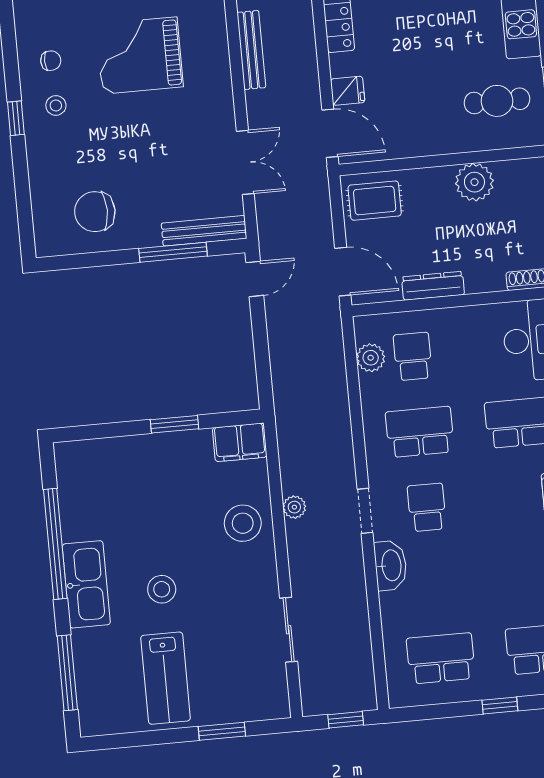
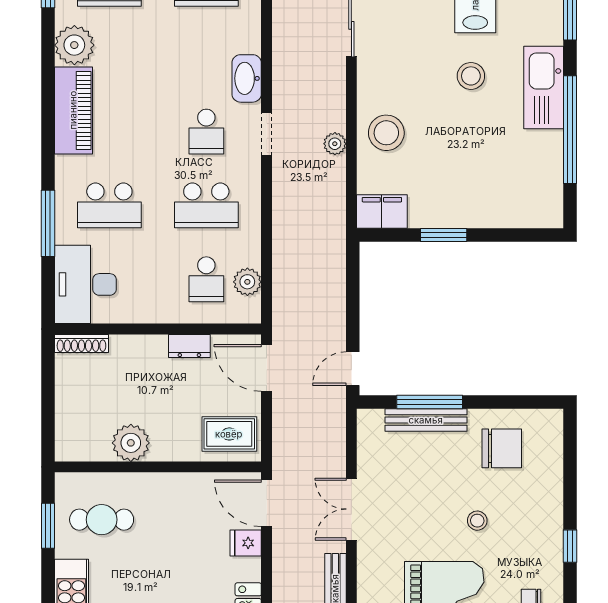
stool: (56, 105) -> (477, 521), moved
double door: (245, 162) -> (351, 509), moved
bench: (204, 231) -> (426, 420), moved
dresser: (433, 286) -> (189, 346), width x0.70

